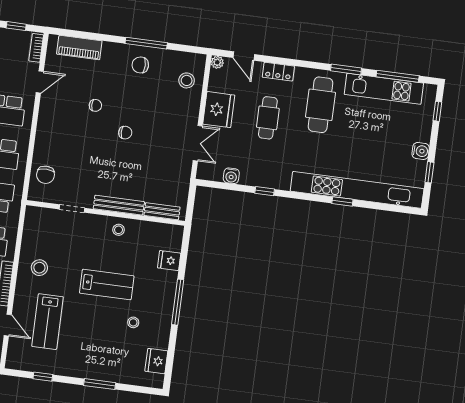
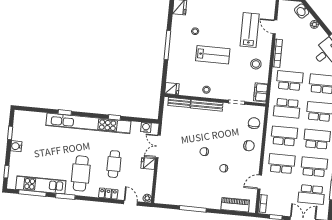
chair: (140, 65) -> (249, 146), moved
stool: (187, 80) -> (166, 186), removed
fridge: (219, 110) -> (148, 164), width x0.53, depth x0.75
water cooler: (231, 176) -> (146, 127), moved
kitchen unit: (357, 190) -> (88, 123), moved
filing cabinet: (33, 223) -> (261, 92), added
fridge: (169, 261) -> (172, 89), moved
lab bench: (107, 284) -> (213, 55), turned 180

